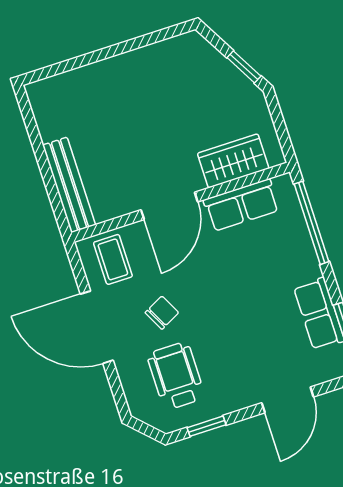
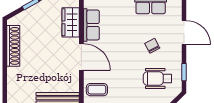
shoe rack: (147, 59) -> (13, 46), added
chair: (162, 313) -> (152, 46), moved

